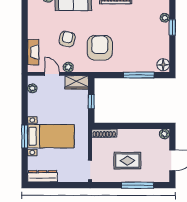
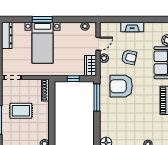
armchair: (100, 48) -> (121, 86), turned 180
fireplace: (33, 52) -> (132, 27), moved
window: (139, 75) -> (97, 98), moved
rug: (127, 161) -> (21, 111), turned 90

